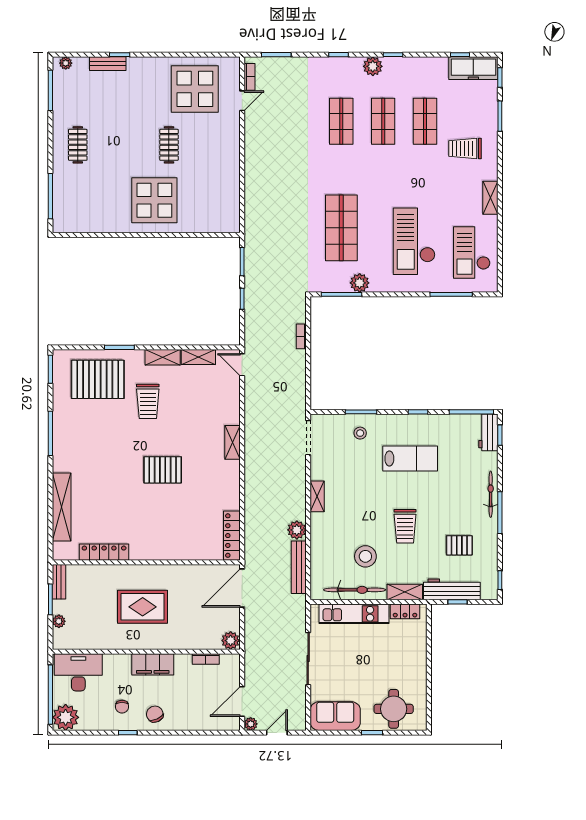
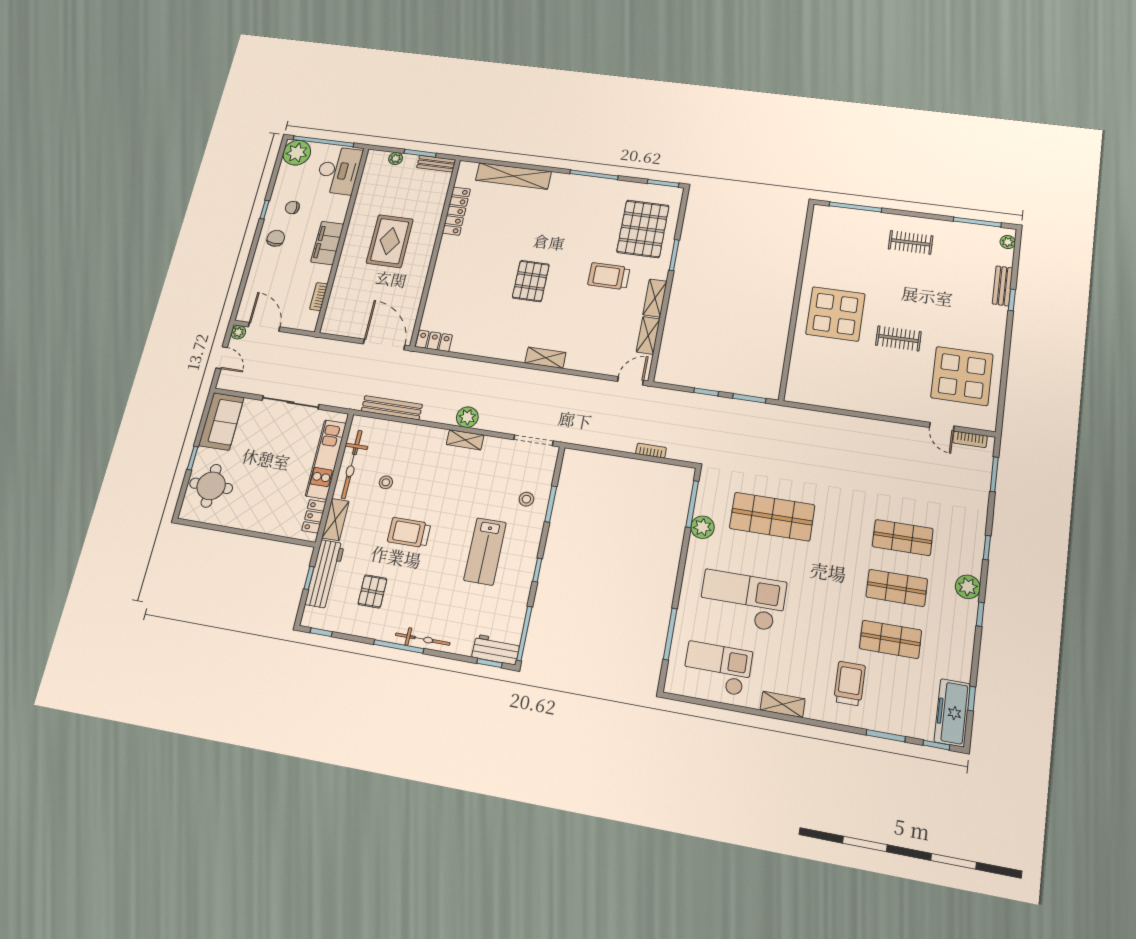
plant: (297, 530) -> (467, 417), moved
locker: (232, 536) -> (434, 341), width x0.66
stool: (365, 556) -> (386, 482), width x0.53, depth x0.53
plant: (231, 641) -> (331, 325), removed
chair: (155, 714) -> (276, 238), turned -63

